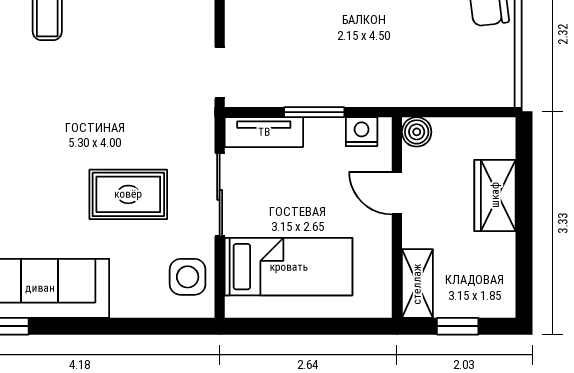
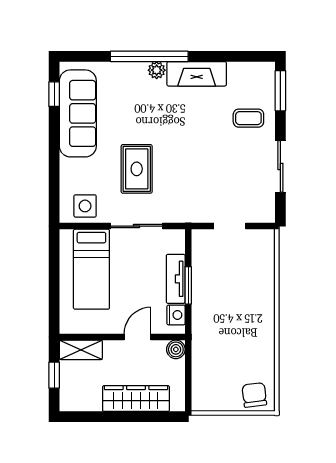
doorway: (220, 73) -> (230, 226), moved
tv unit: (264, 132) -> (176, 279), moved
wardrobe: (495, 195) -> (136, 399), width x1.50

